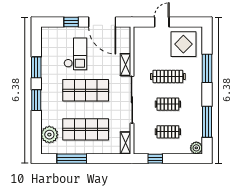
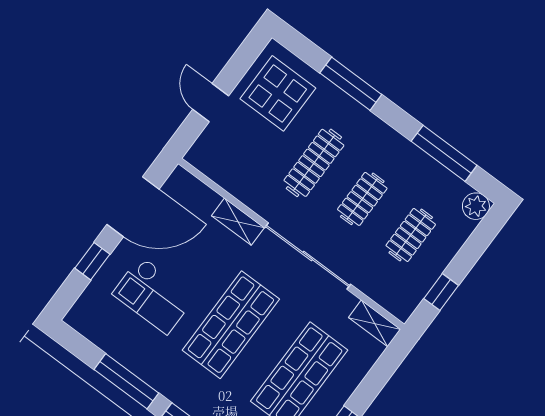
checkout: (75, 54) -> (154, 295), turned 180
window: (36, 67) -> (126, 381), width x1.44

